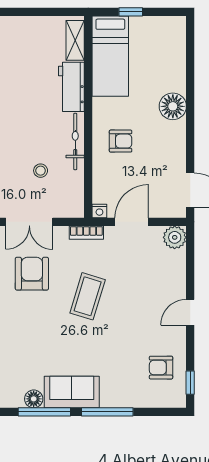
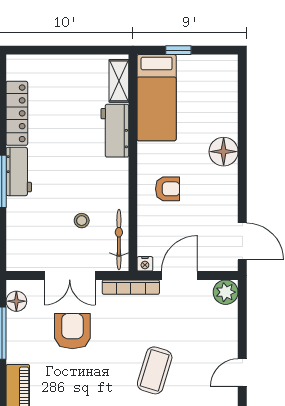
bicycle: (75, 141) -> (119, 240), moved
bookcase: (86, 233) -> (131, 287), width x1.56
coffee table: (88, 296) -> (155, 370), moved

